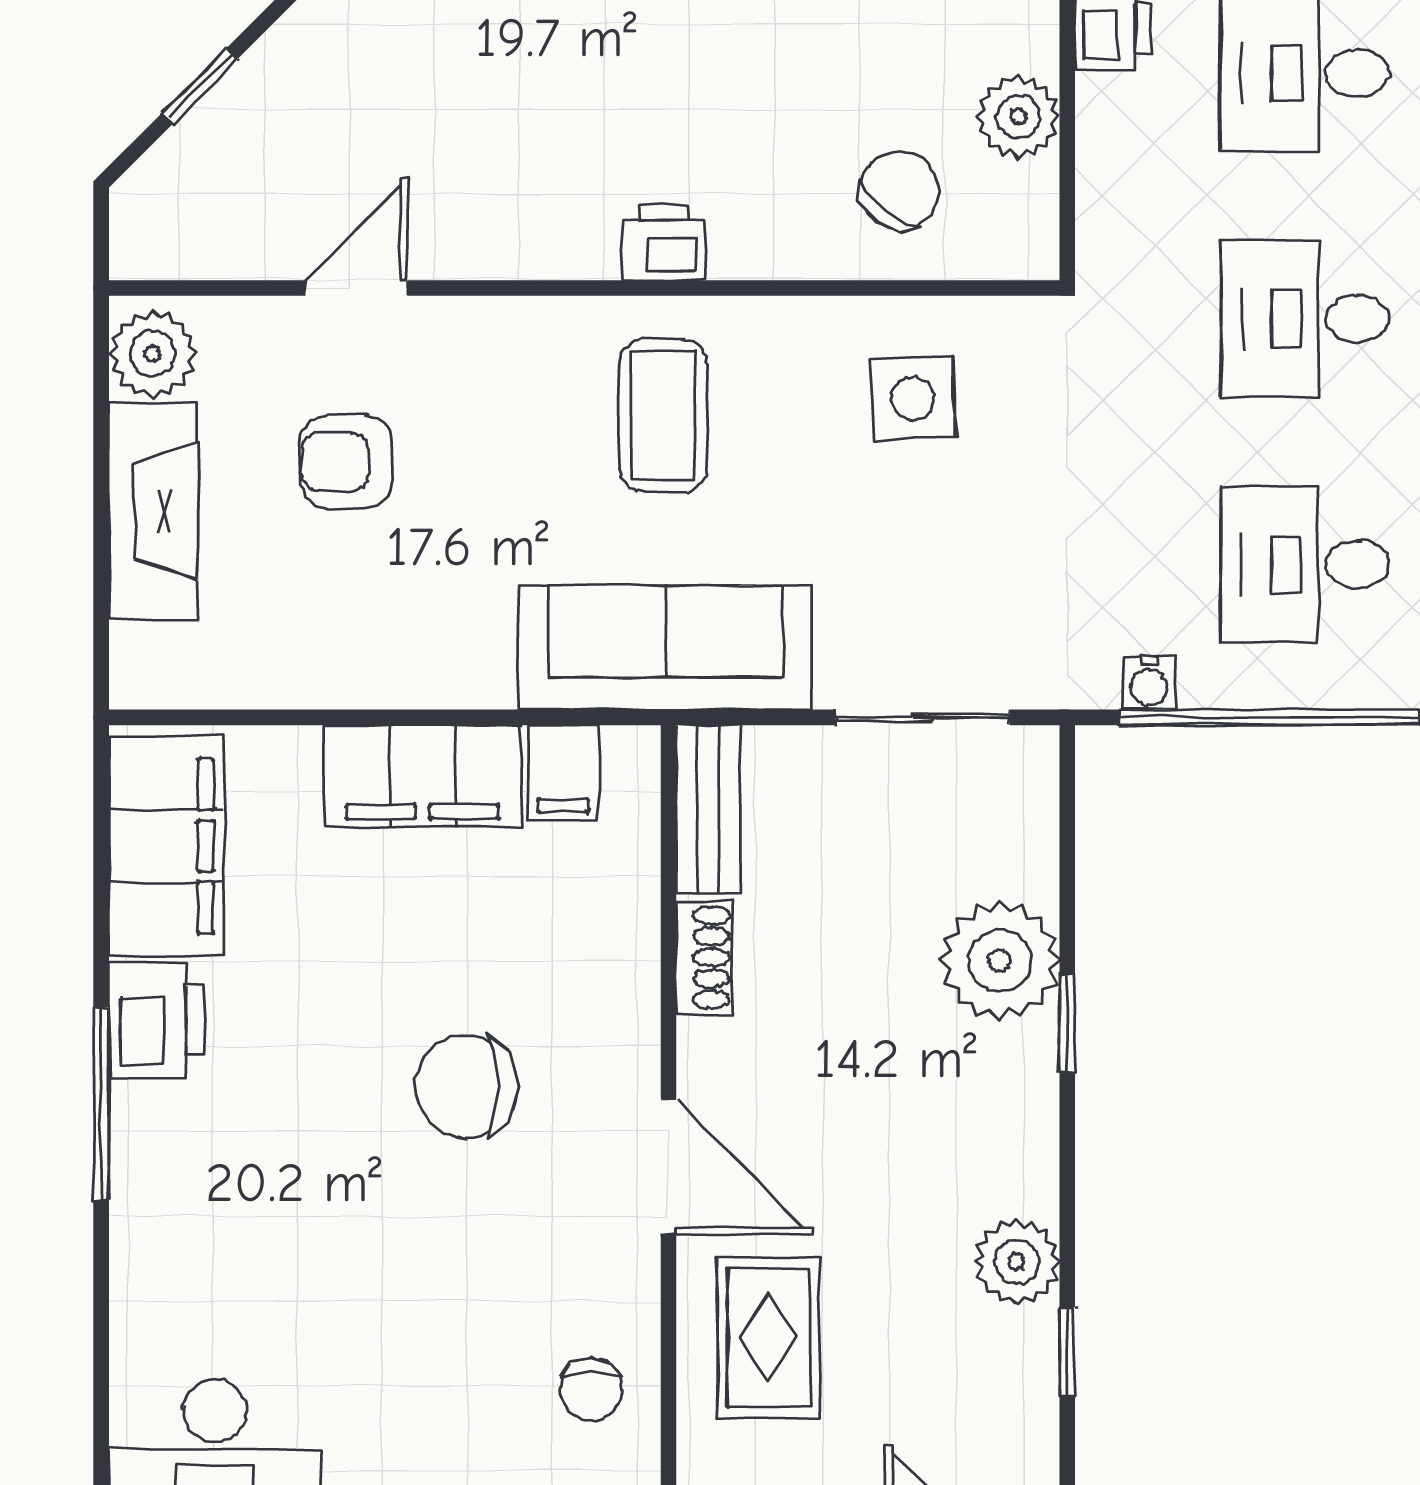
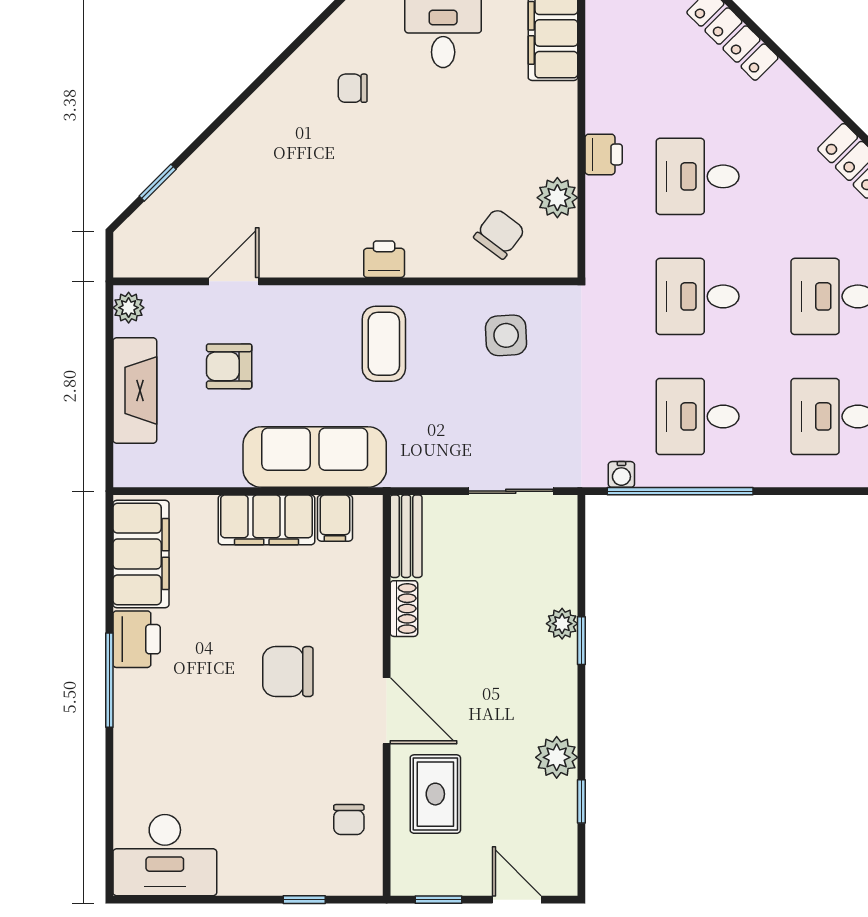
plant: (152, 354) -> (129, 308), width x0.73, depth x0.73
sofa: (666, 647) -> (315, 457), moved
plant: (1000, 960) -> (562, 624), width x0.53, depth x0.53

